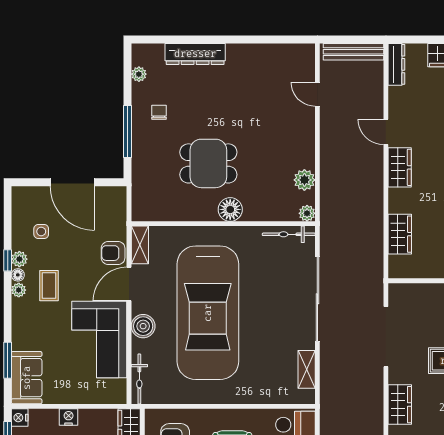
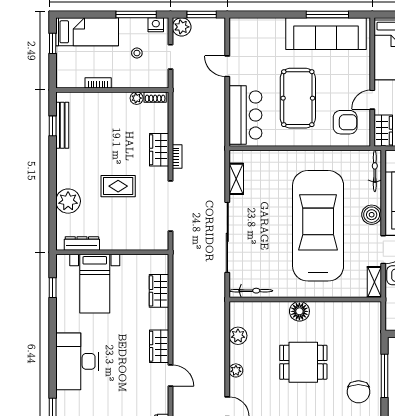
chair: (159, 112) -> (358, 392), width x1.87, depth x1.87
dining table: (208, 163) -> (303, 362), moved
plant: (307, 213) -> (236, 370), moved
bookcase: (378, 396) -> (177, 157), added

